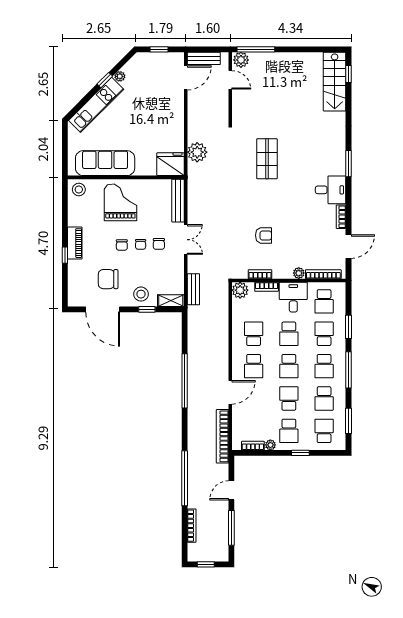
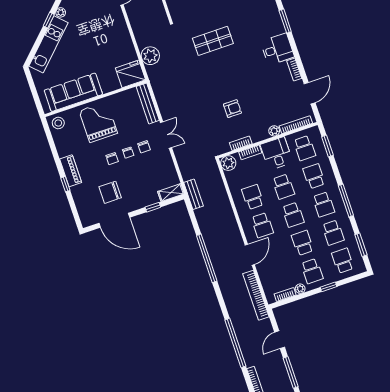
shop shelf: (267, 159) -> (213, 41), turned 90
bench: (193, 289) -> (193, 194), moved
stool: (141, 294) -> (143, 196), removed
window: (348, 327) -> (327, 146), moved

